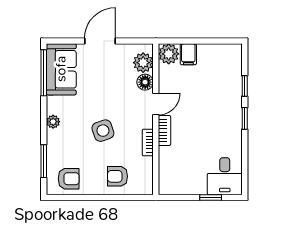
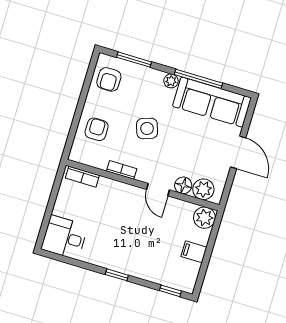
filing cabinet: (188, 54) -> (194, 252), moved
sofa: (61, 69) -> (212, 102), width x1.36
window: (44, 73) -> (198, 79), moved
window: (245, 86) -> (170, 291), moved
bookcase: (164, 130) -> (82, 177), moved
window: (211, 198) -> (47, 217), removed

